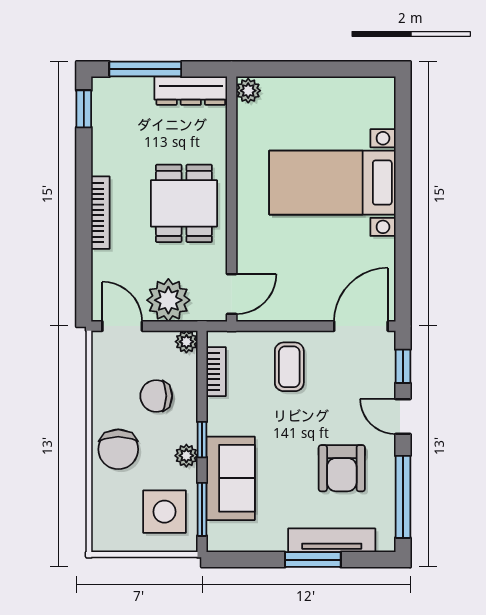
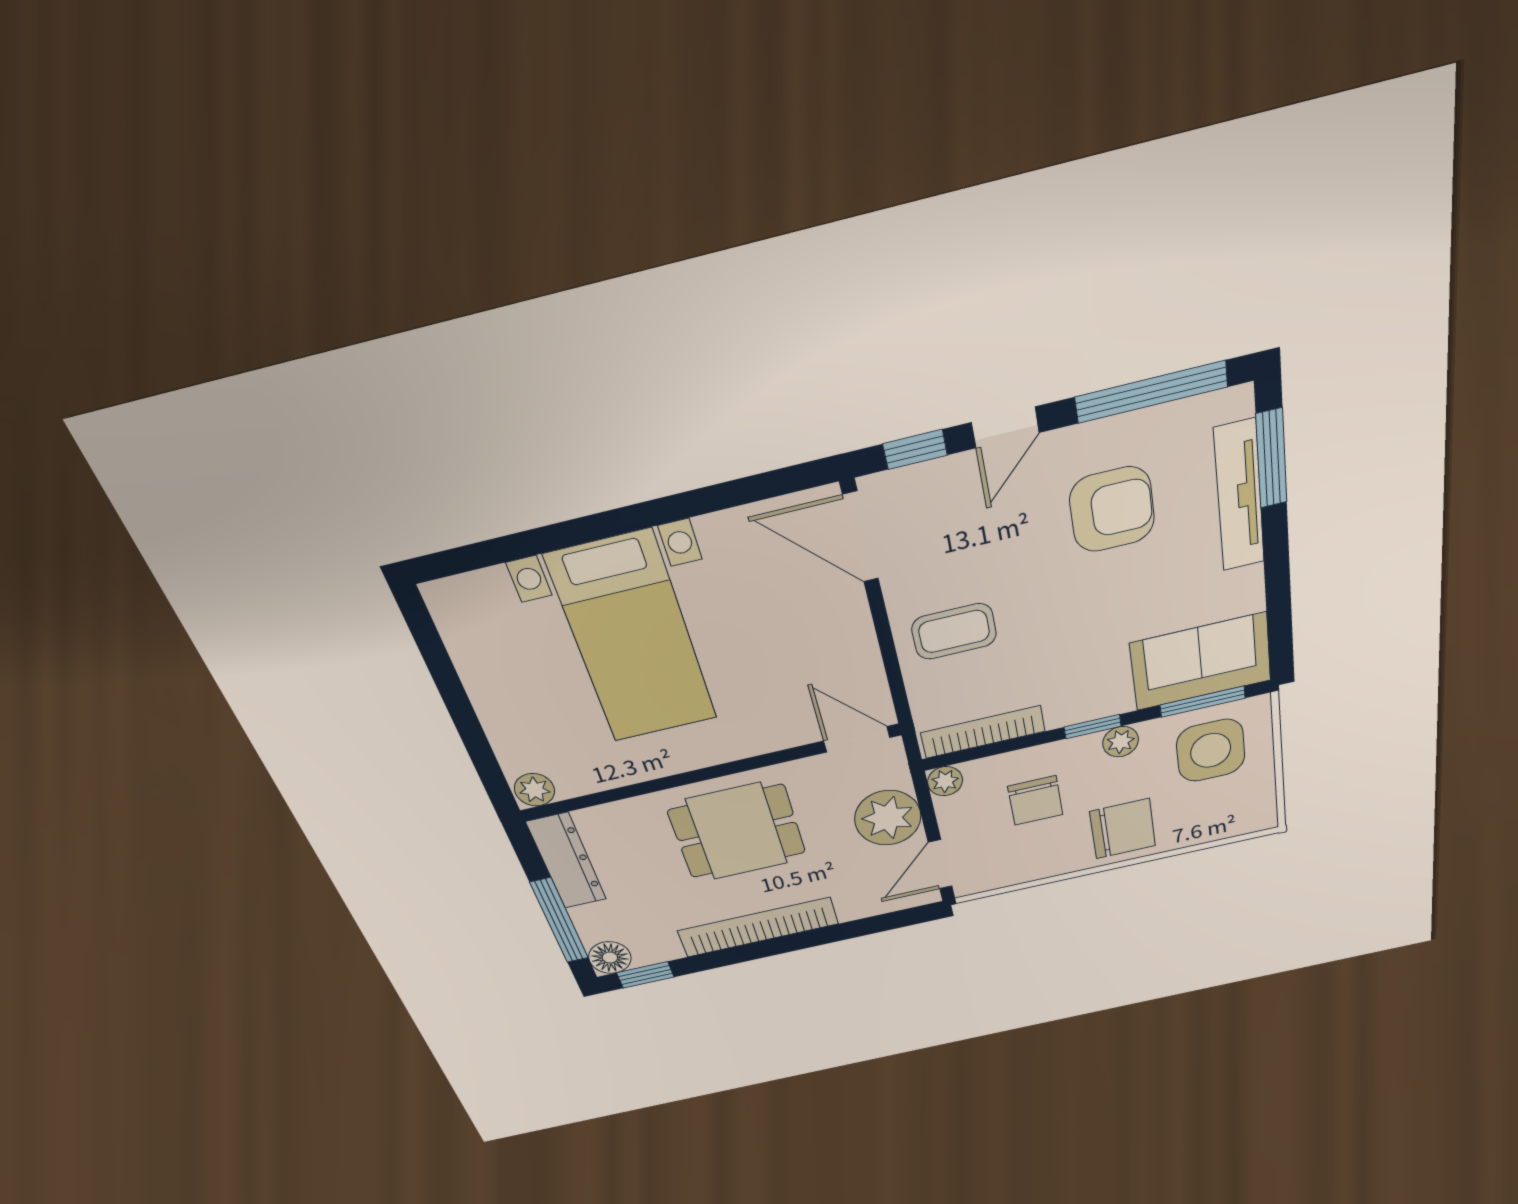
floor lamp: (105, 91) -> (610, 958), added
bookcase: (100, 213) -> (758, 927), width x1.48, depth x1.31
bookcase: (216, 372) -> (983, 732), width x1.56
sofa: (231, 478) -> (1201, 662), moved
window: (313, 560) -> (1271, 459), moved

